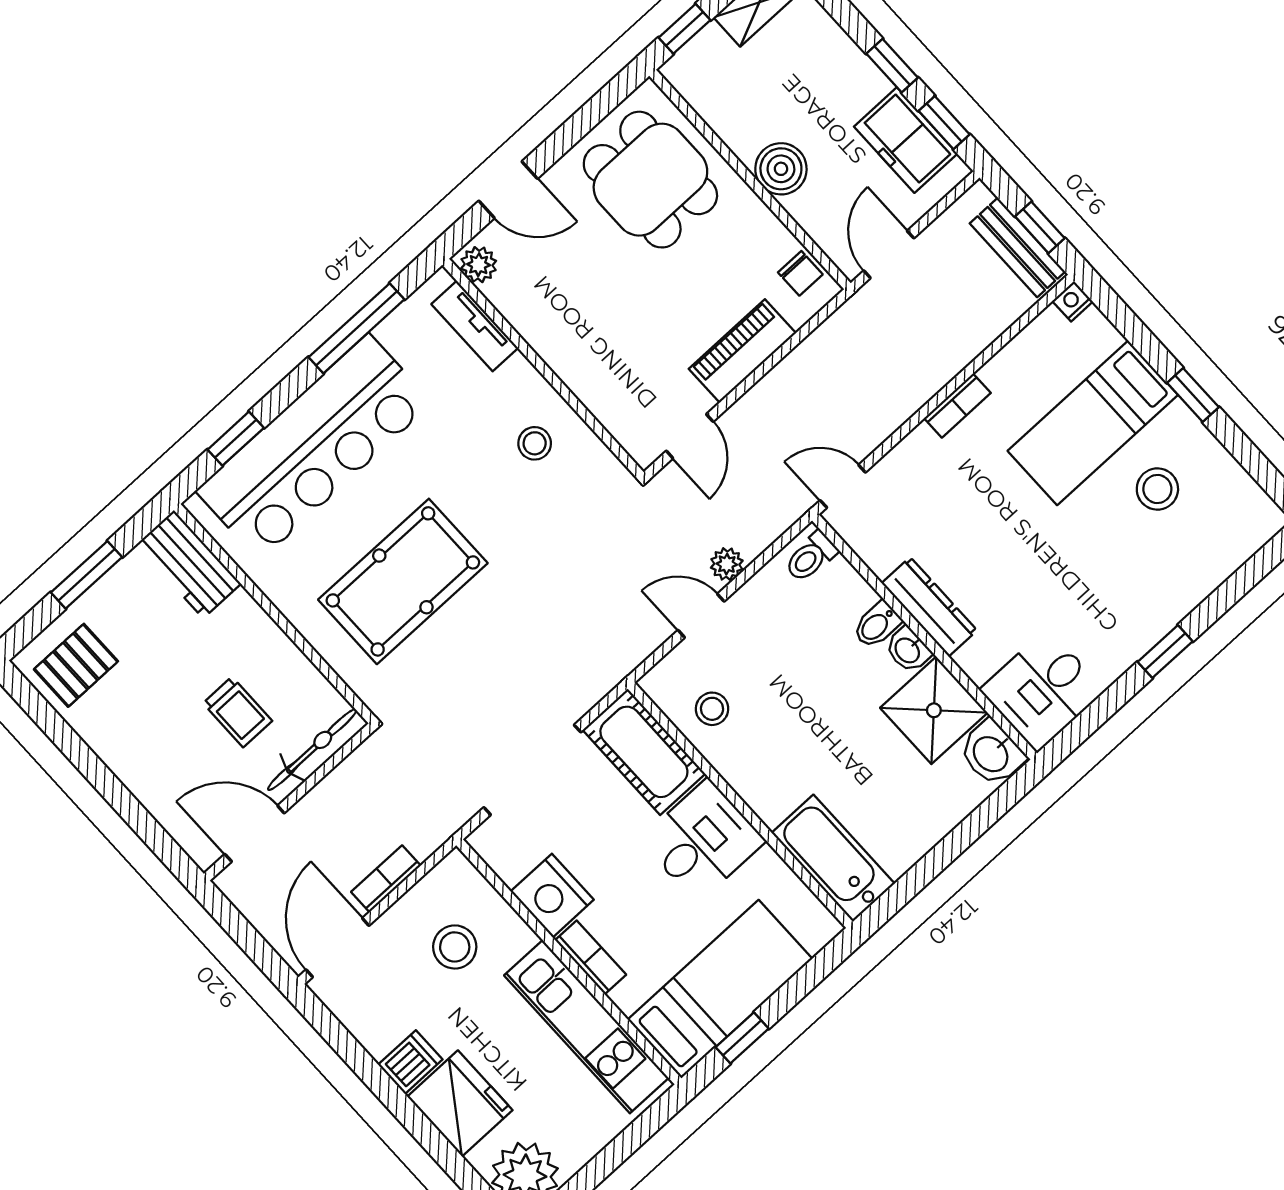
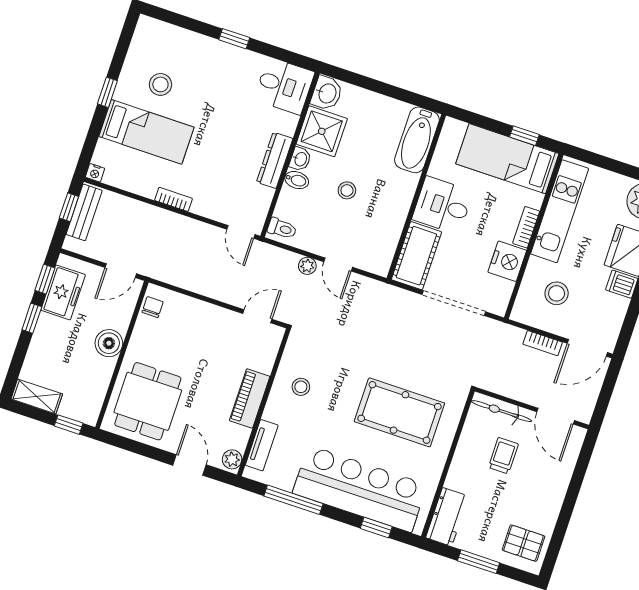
piano: (742, 351) -> (250, 398), moved, turned 90
stool: (712, 709) -> (347, 190), moved

